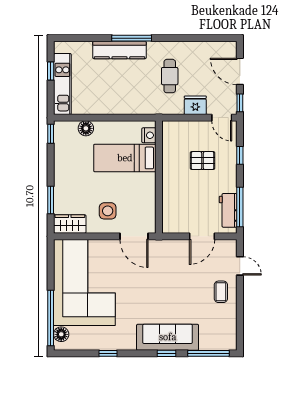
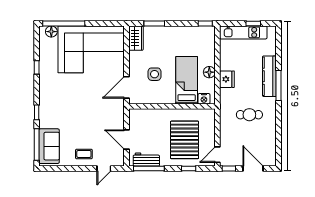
door: (240, 71) -> (253, 169), hinge flipped
fridge: (195, 105) -> (227, 79), moved
floor lamp: (86, 128) -> (209, 72), moved
pallet: (203, 161) -> (185, 140), width x2.05, depth x2.00
side table: (108, 211) -> (154, 74), moved
sofa: (168, 337) -> (49, 146), moved, width x0.73

